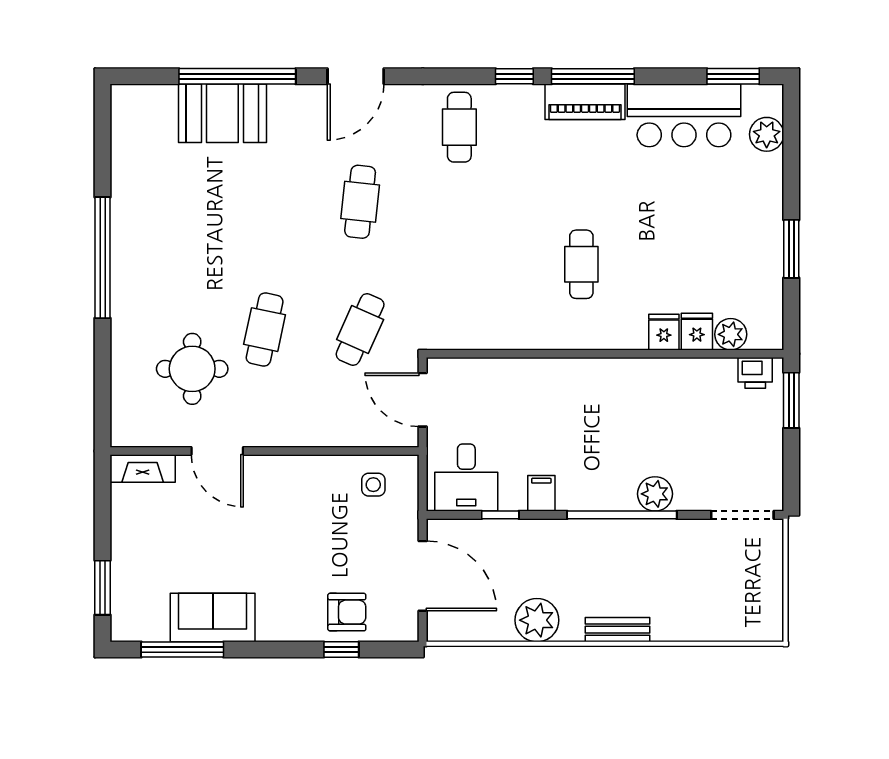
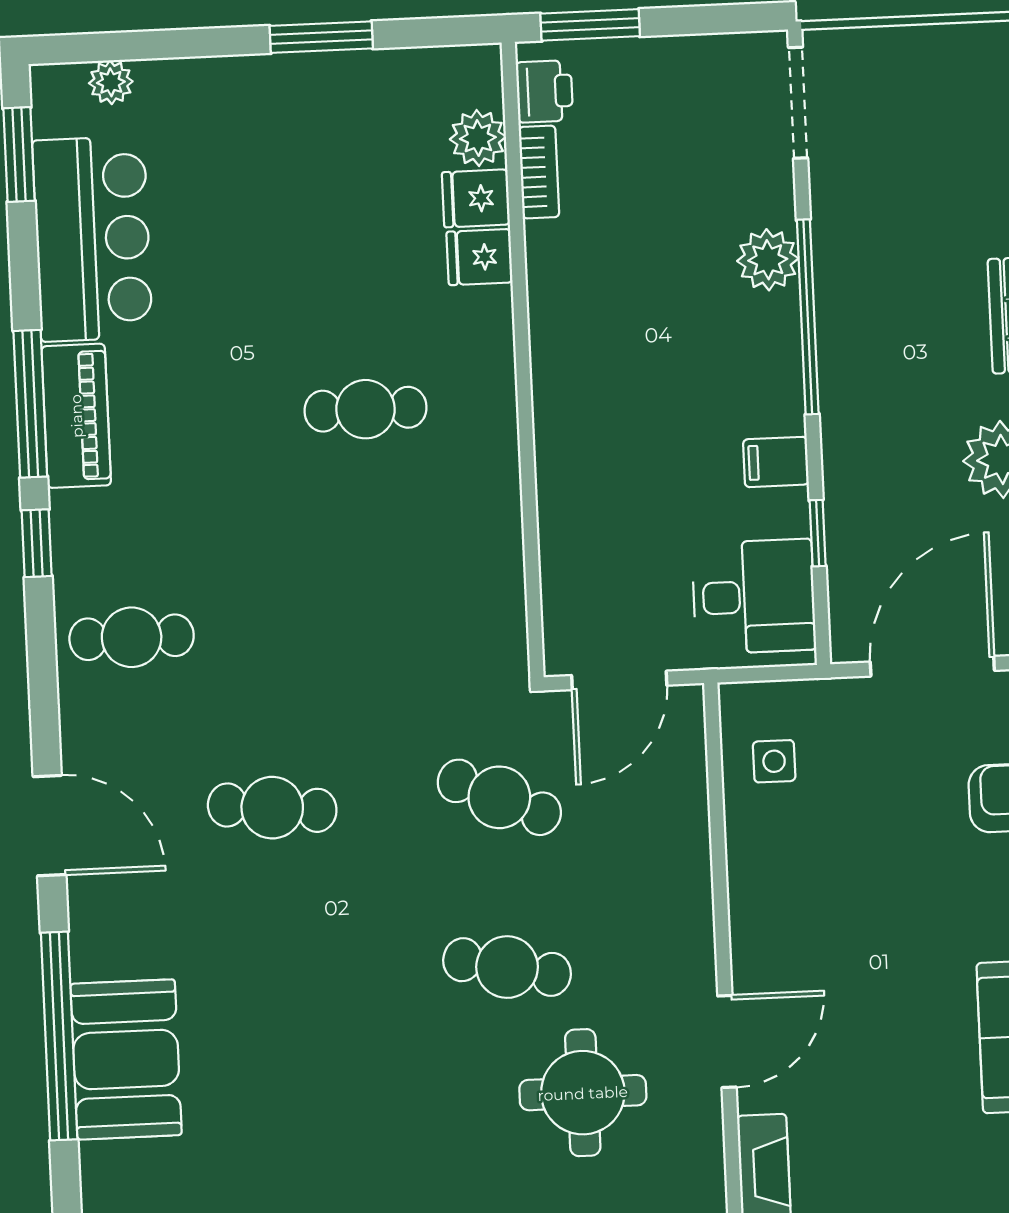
plant: (767, 134) -> (111, 82), width x0.73, depth x0.73
bookcase: (710, 368) -> (539, 172), added

